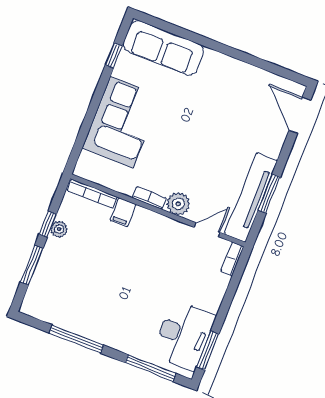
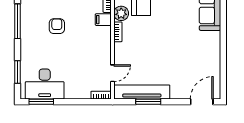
plant: (178, 204) -> (121, 13), moved
door: (207, 230) -> (113, 73), hinge flipped
armchair: (106, 284) -> (57, 26), added
window: (151, 368) -> (18, 72), width x0.69

